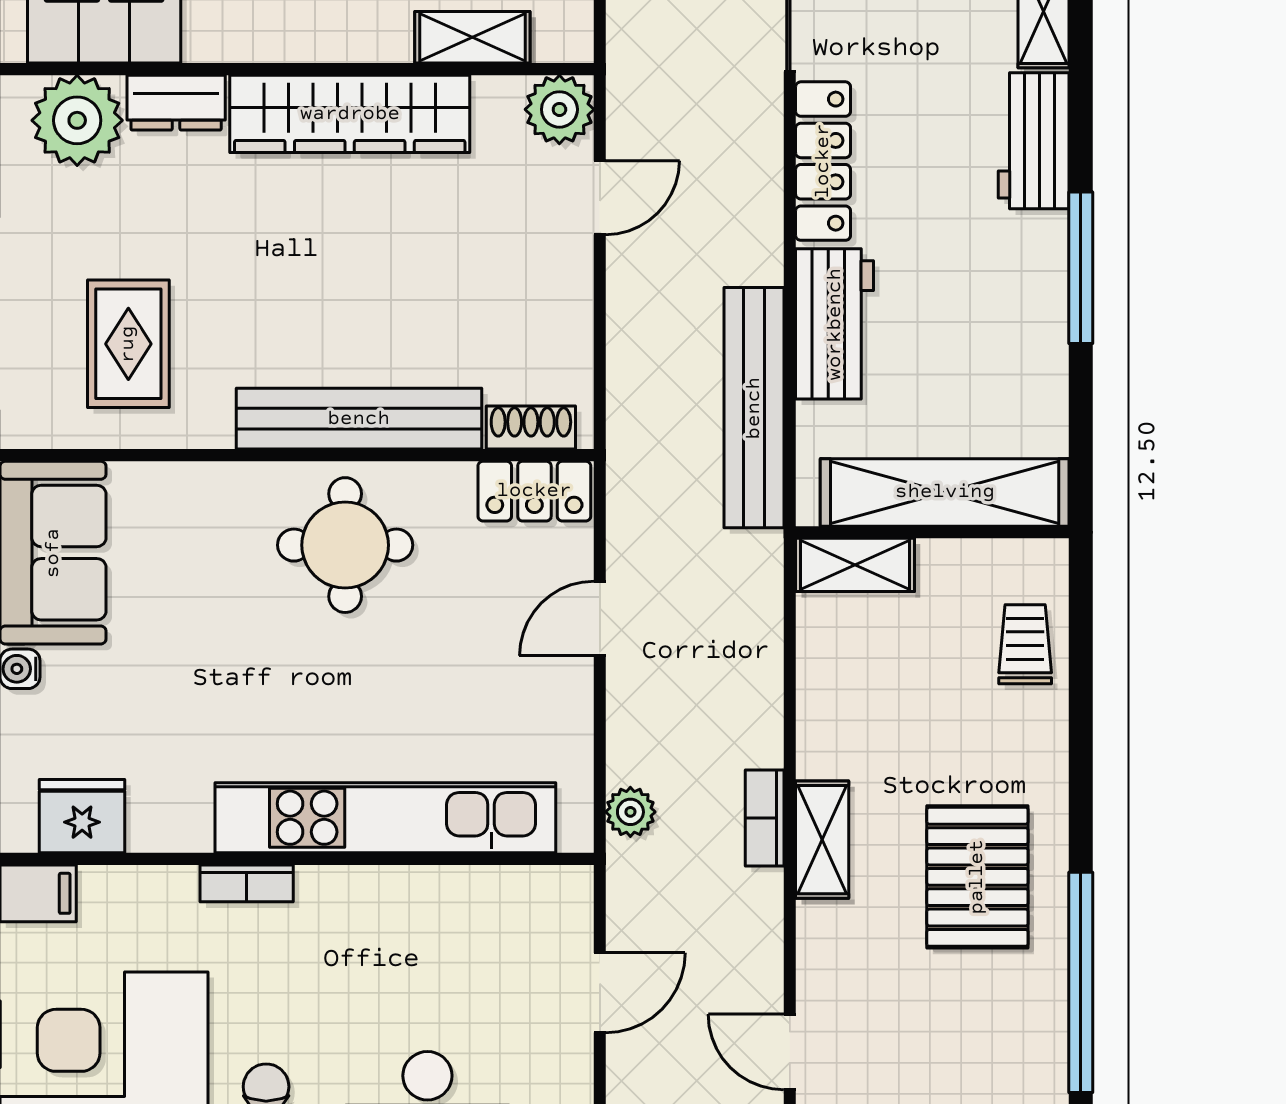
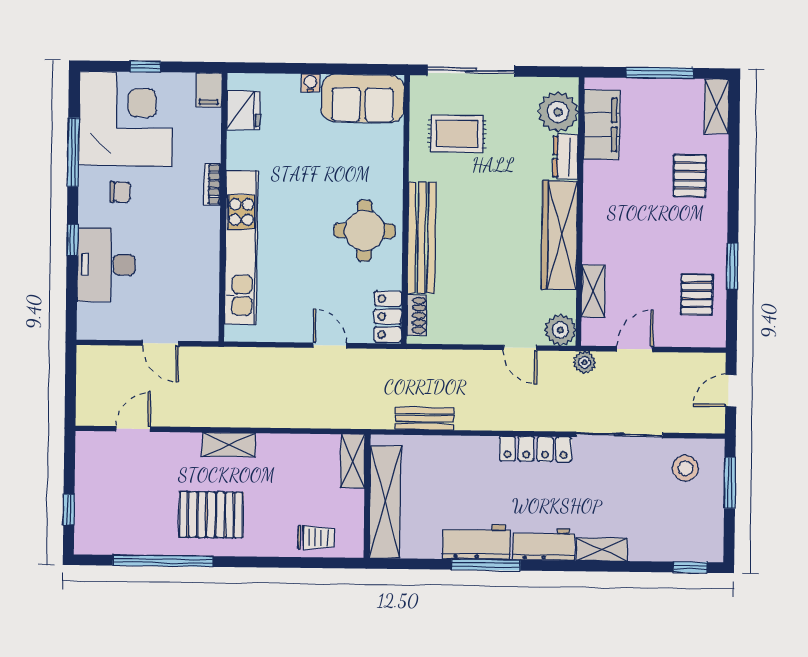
workbench: (835, 324) -> (477, 542), moved, turned 180
bench: (754, 408) -> (424, 419), width x0.54, depth x0.82
plant: (630, 812) -> (584, 362), moved
bookcase: (765, 818) -> (239, 419), removed

